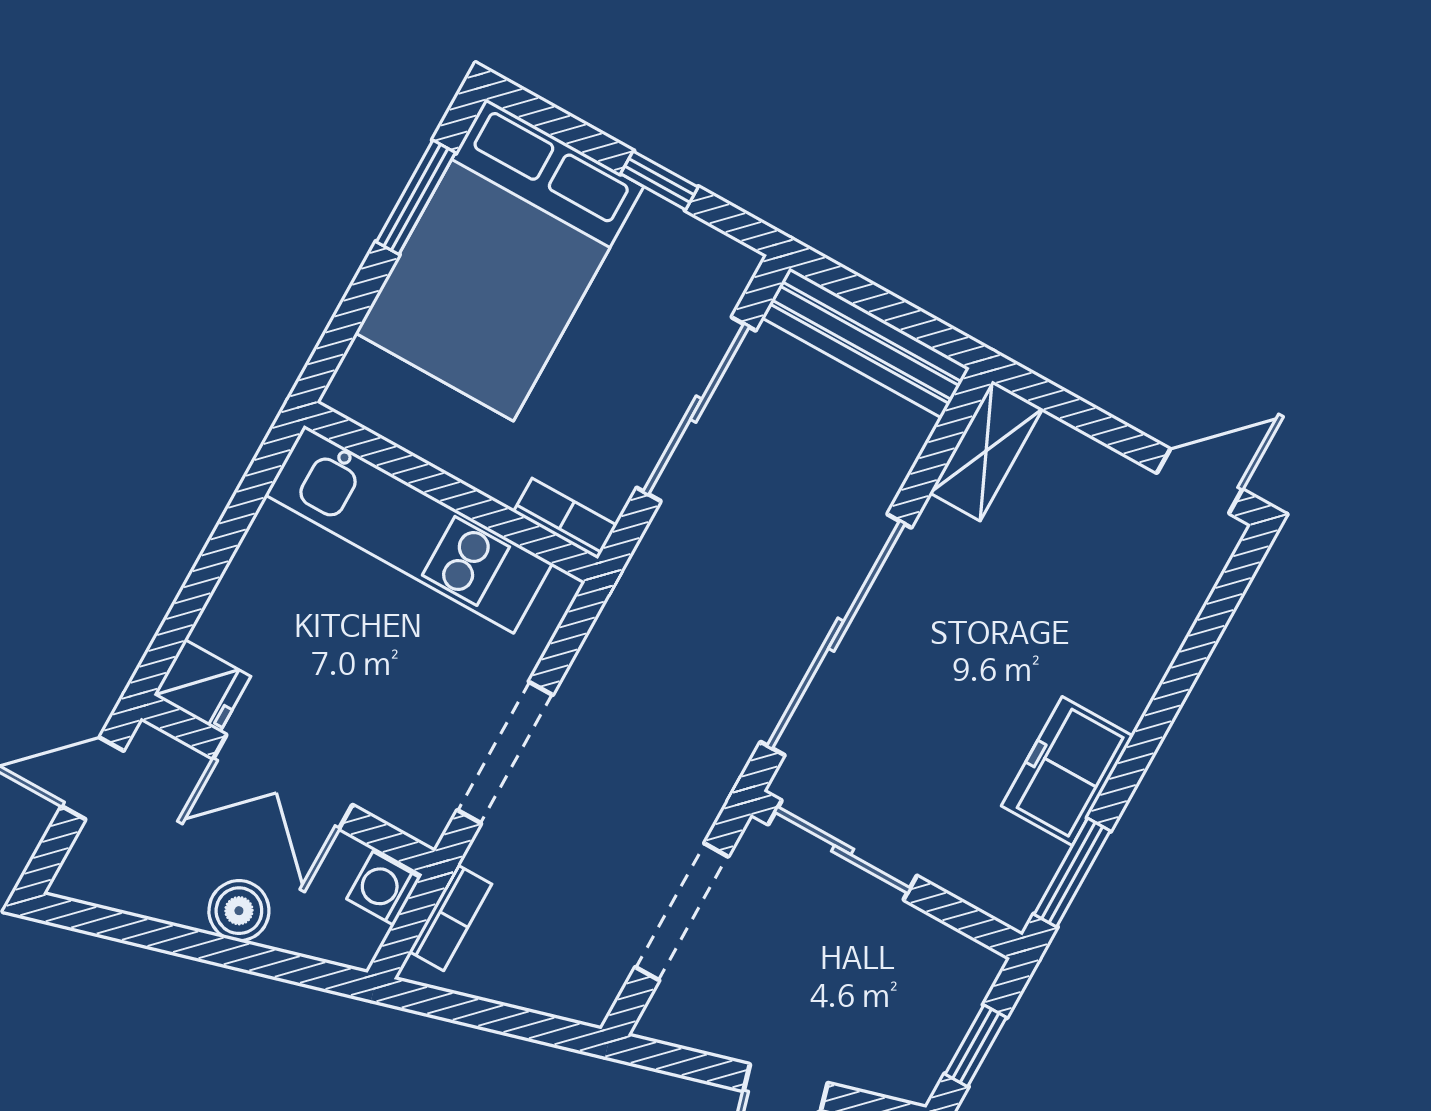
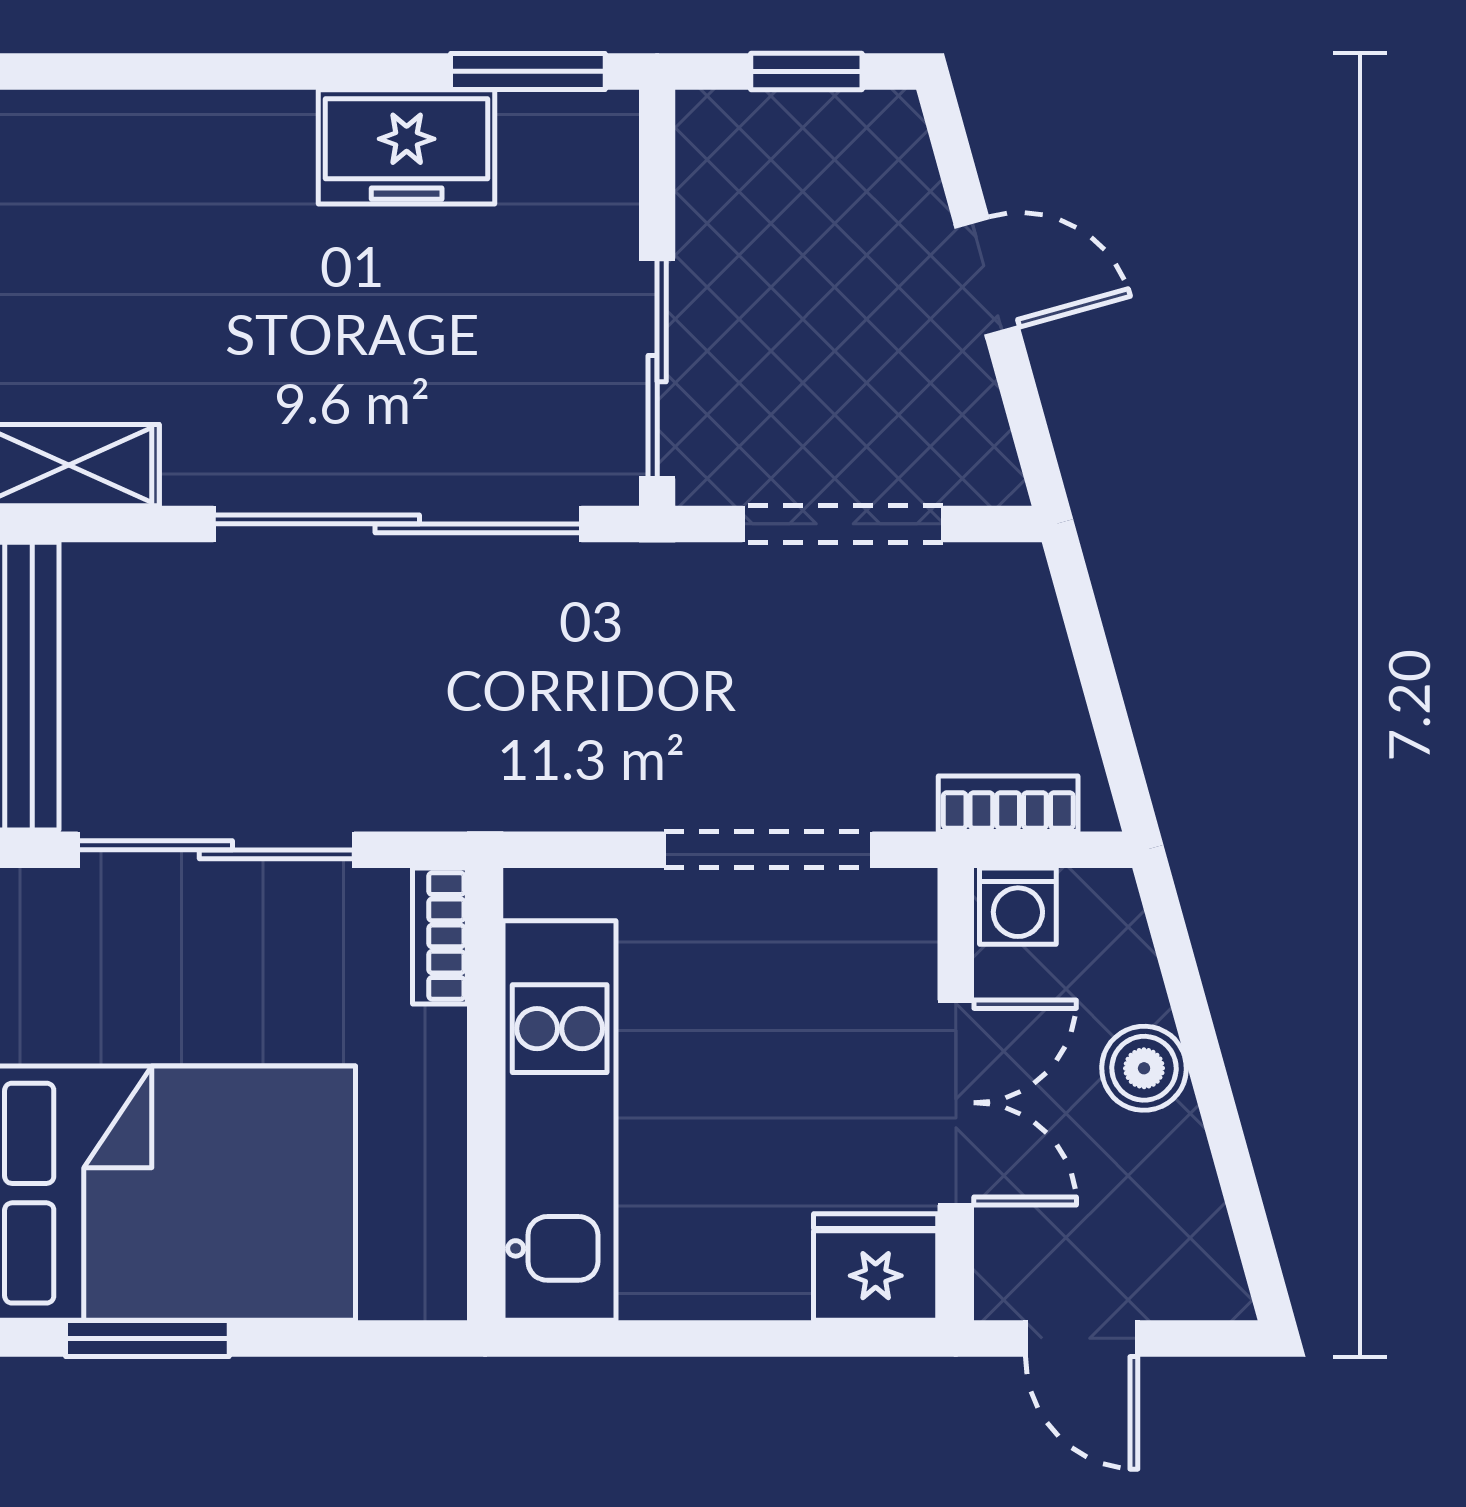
fridge: (202, 686) -> (876, 1267), width x1.38

